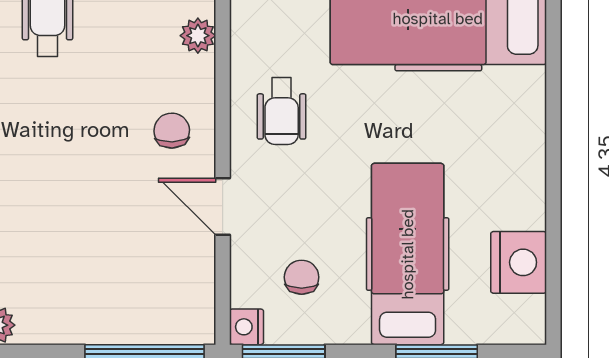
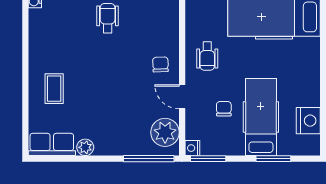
plant: (198, 36) -> (165, 132), moved, width x1.88, depth x1.88
chair: (302, 277) -> (224, 109), moved

